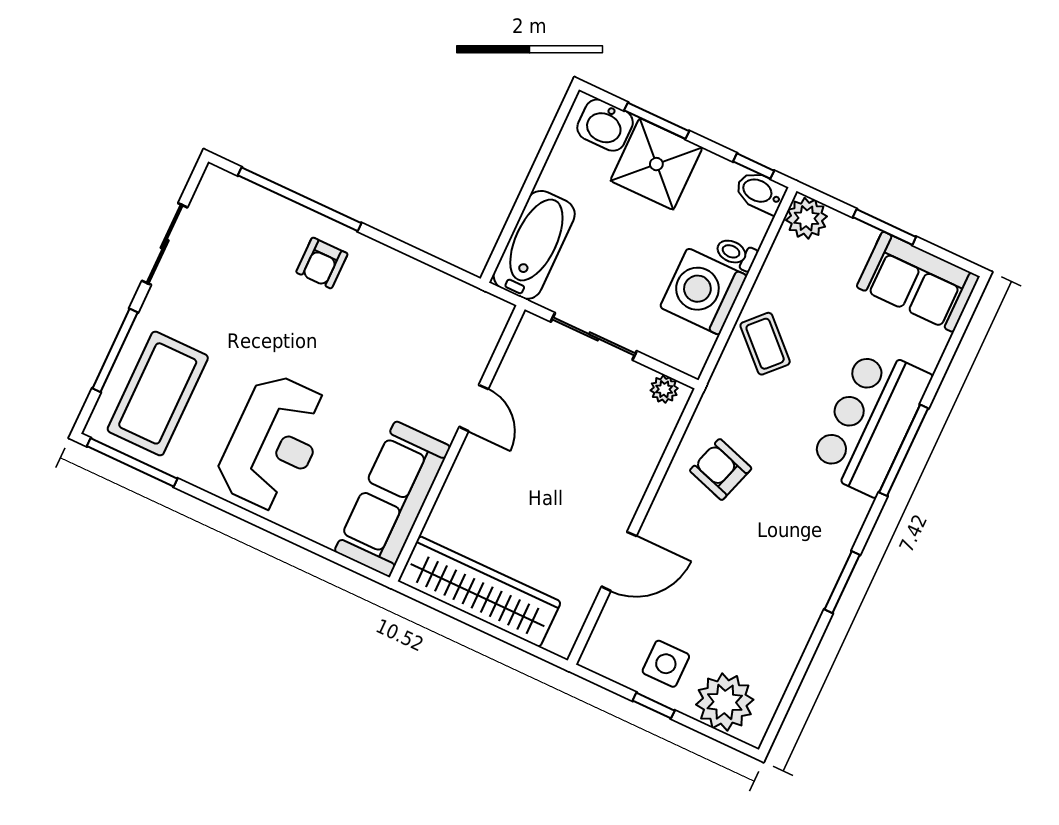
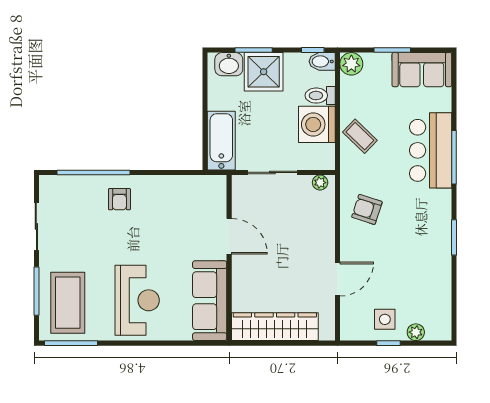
toilet: (736, 254) -> (320, 96), width x1.37, depth x1.39
door: (474, 408) -> (229, 236), width x1.38
plant: (725, 702) -> (416, 332), width x0.53, depth x0.53

